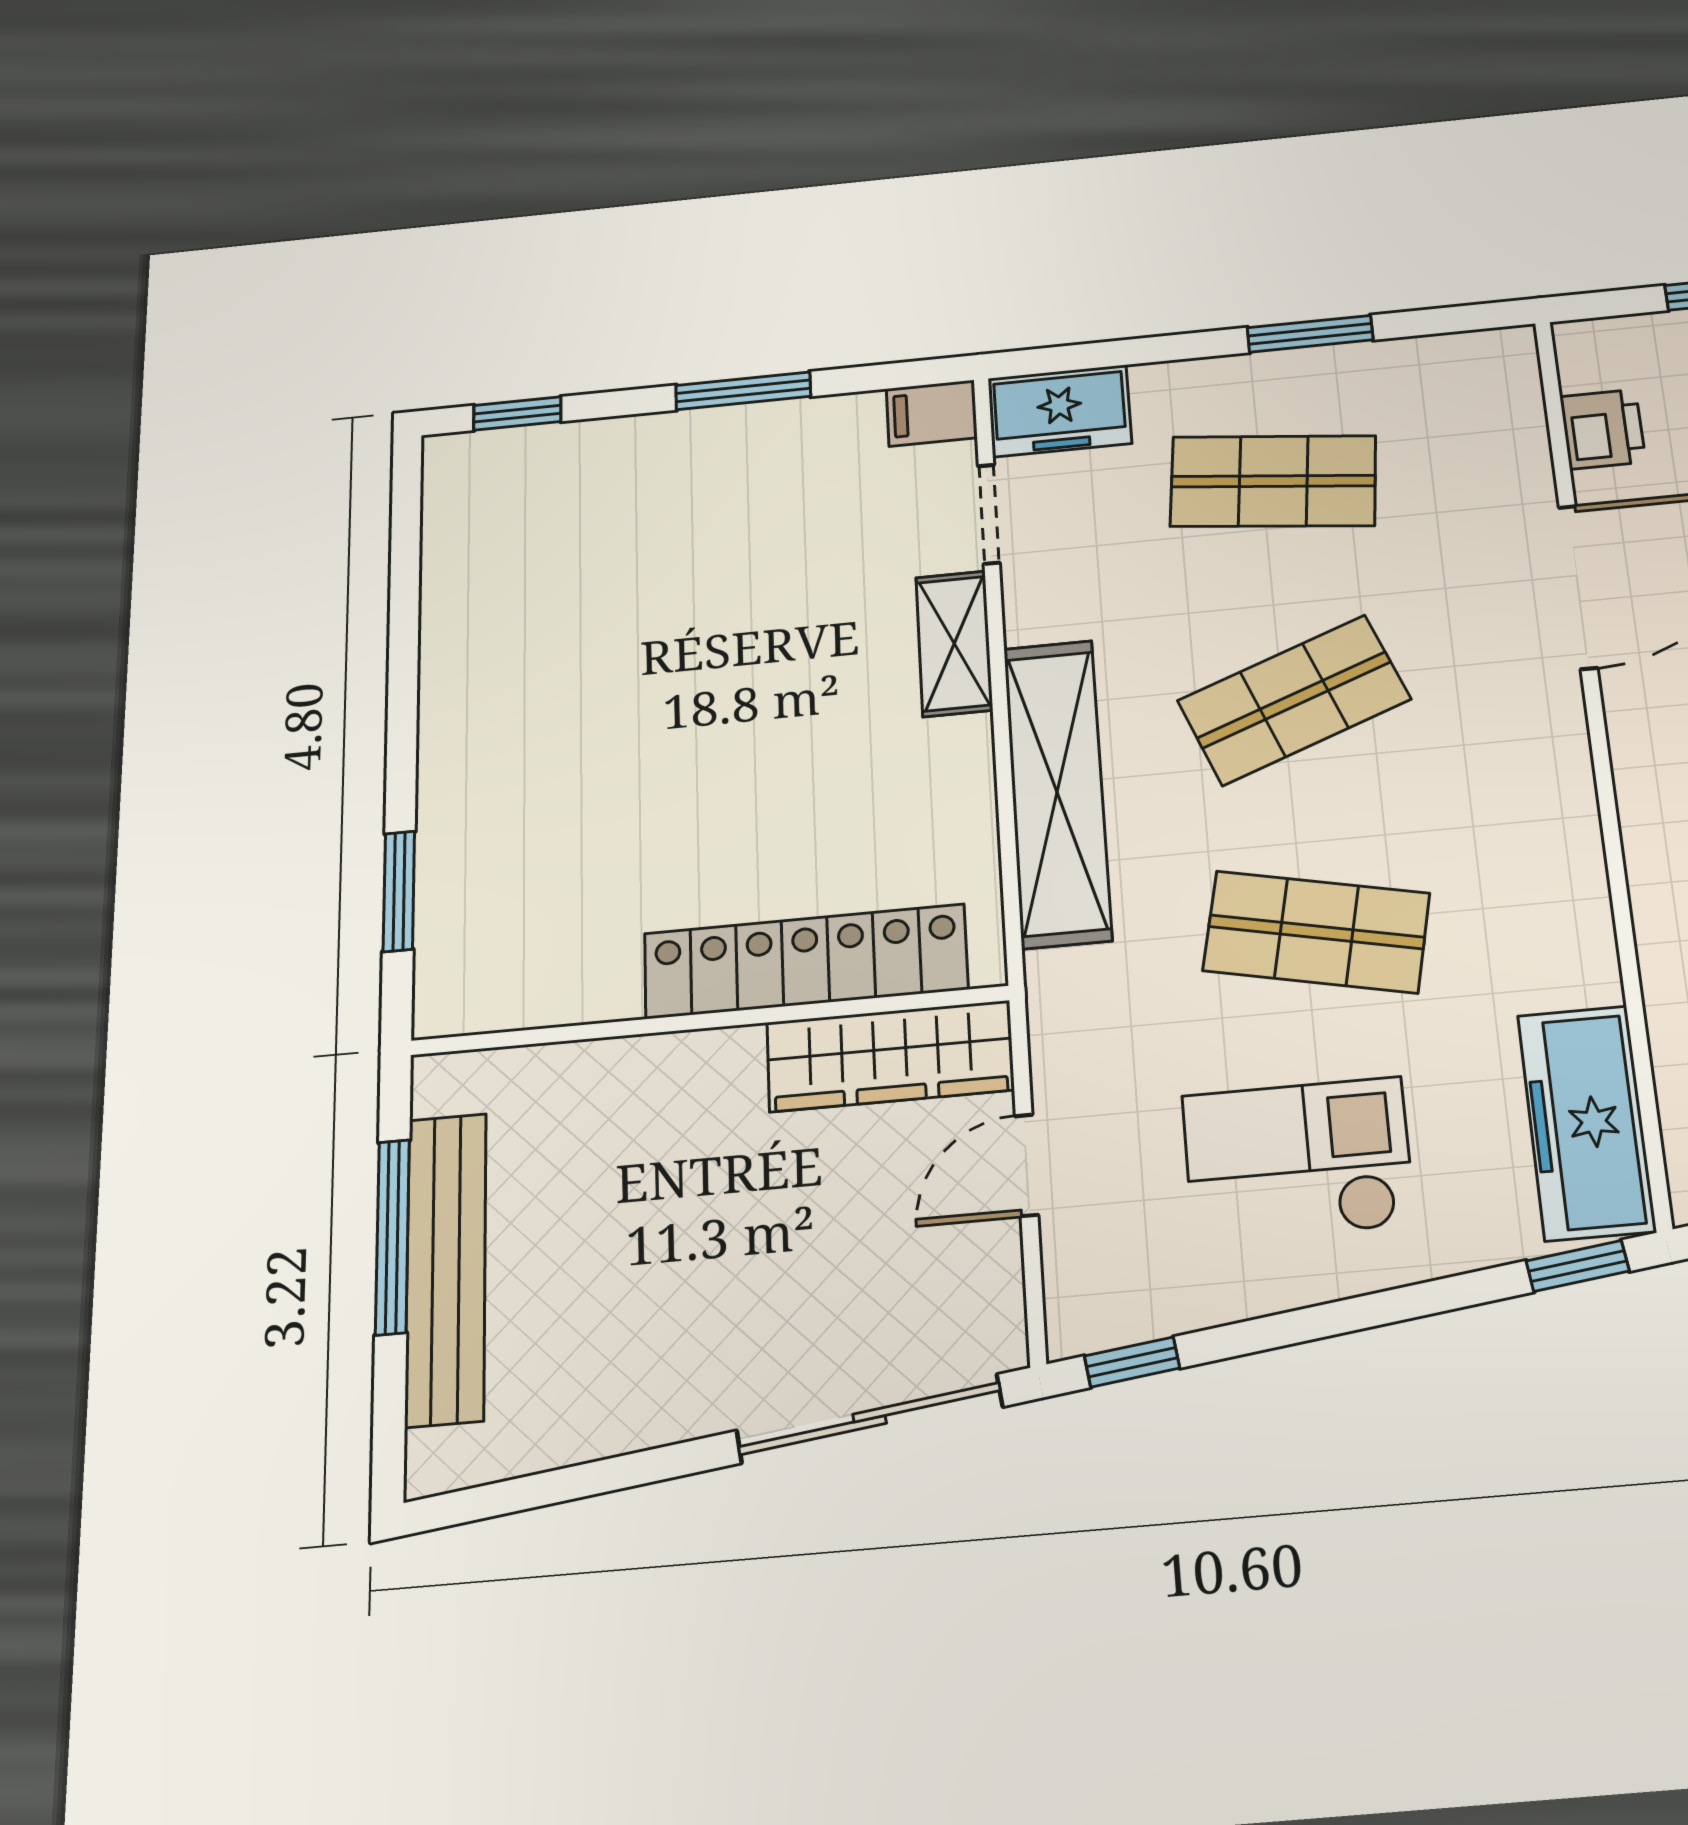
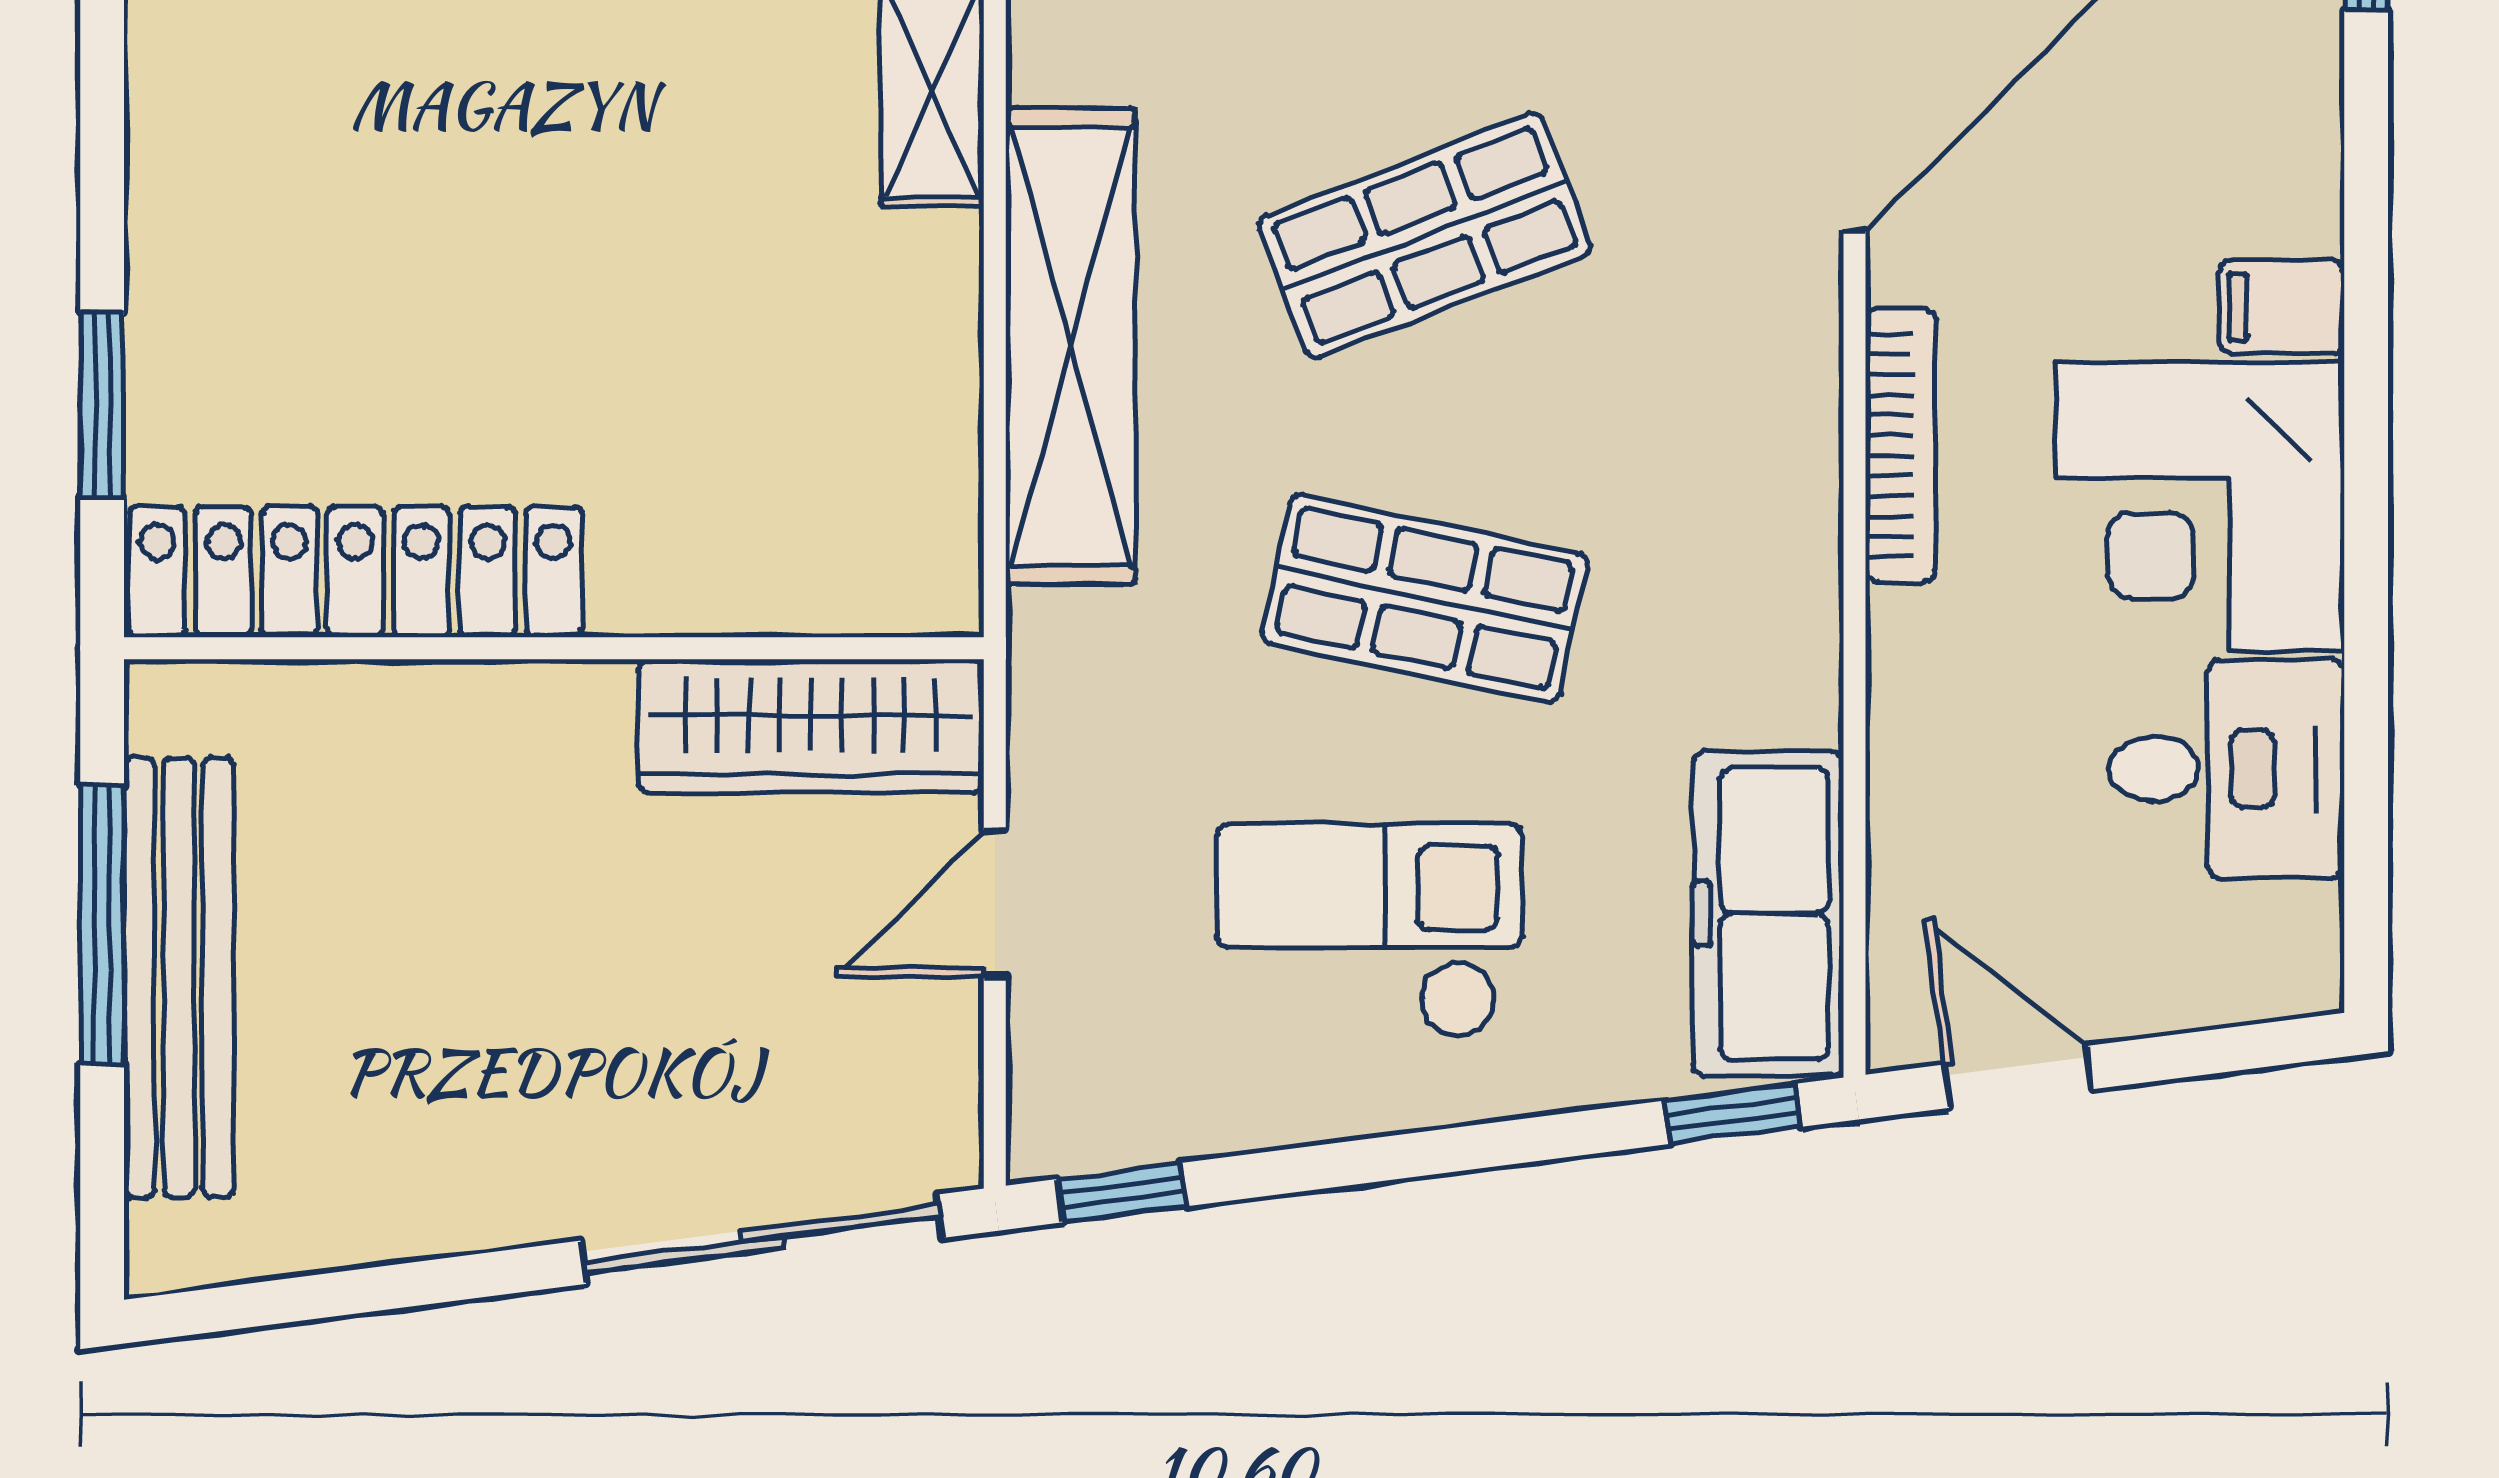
bookcase: (1639, 801) -> (1900, 446), added
locker: (805, 961) -> (355, 572), moved

